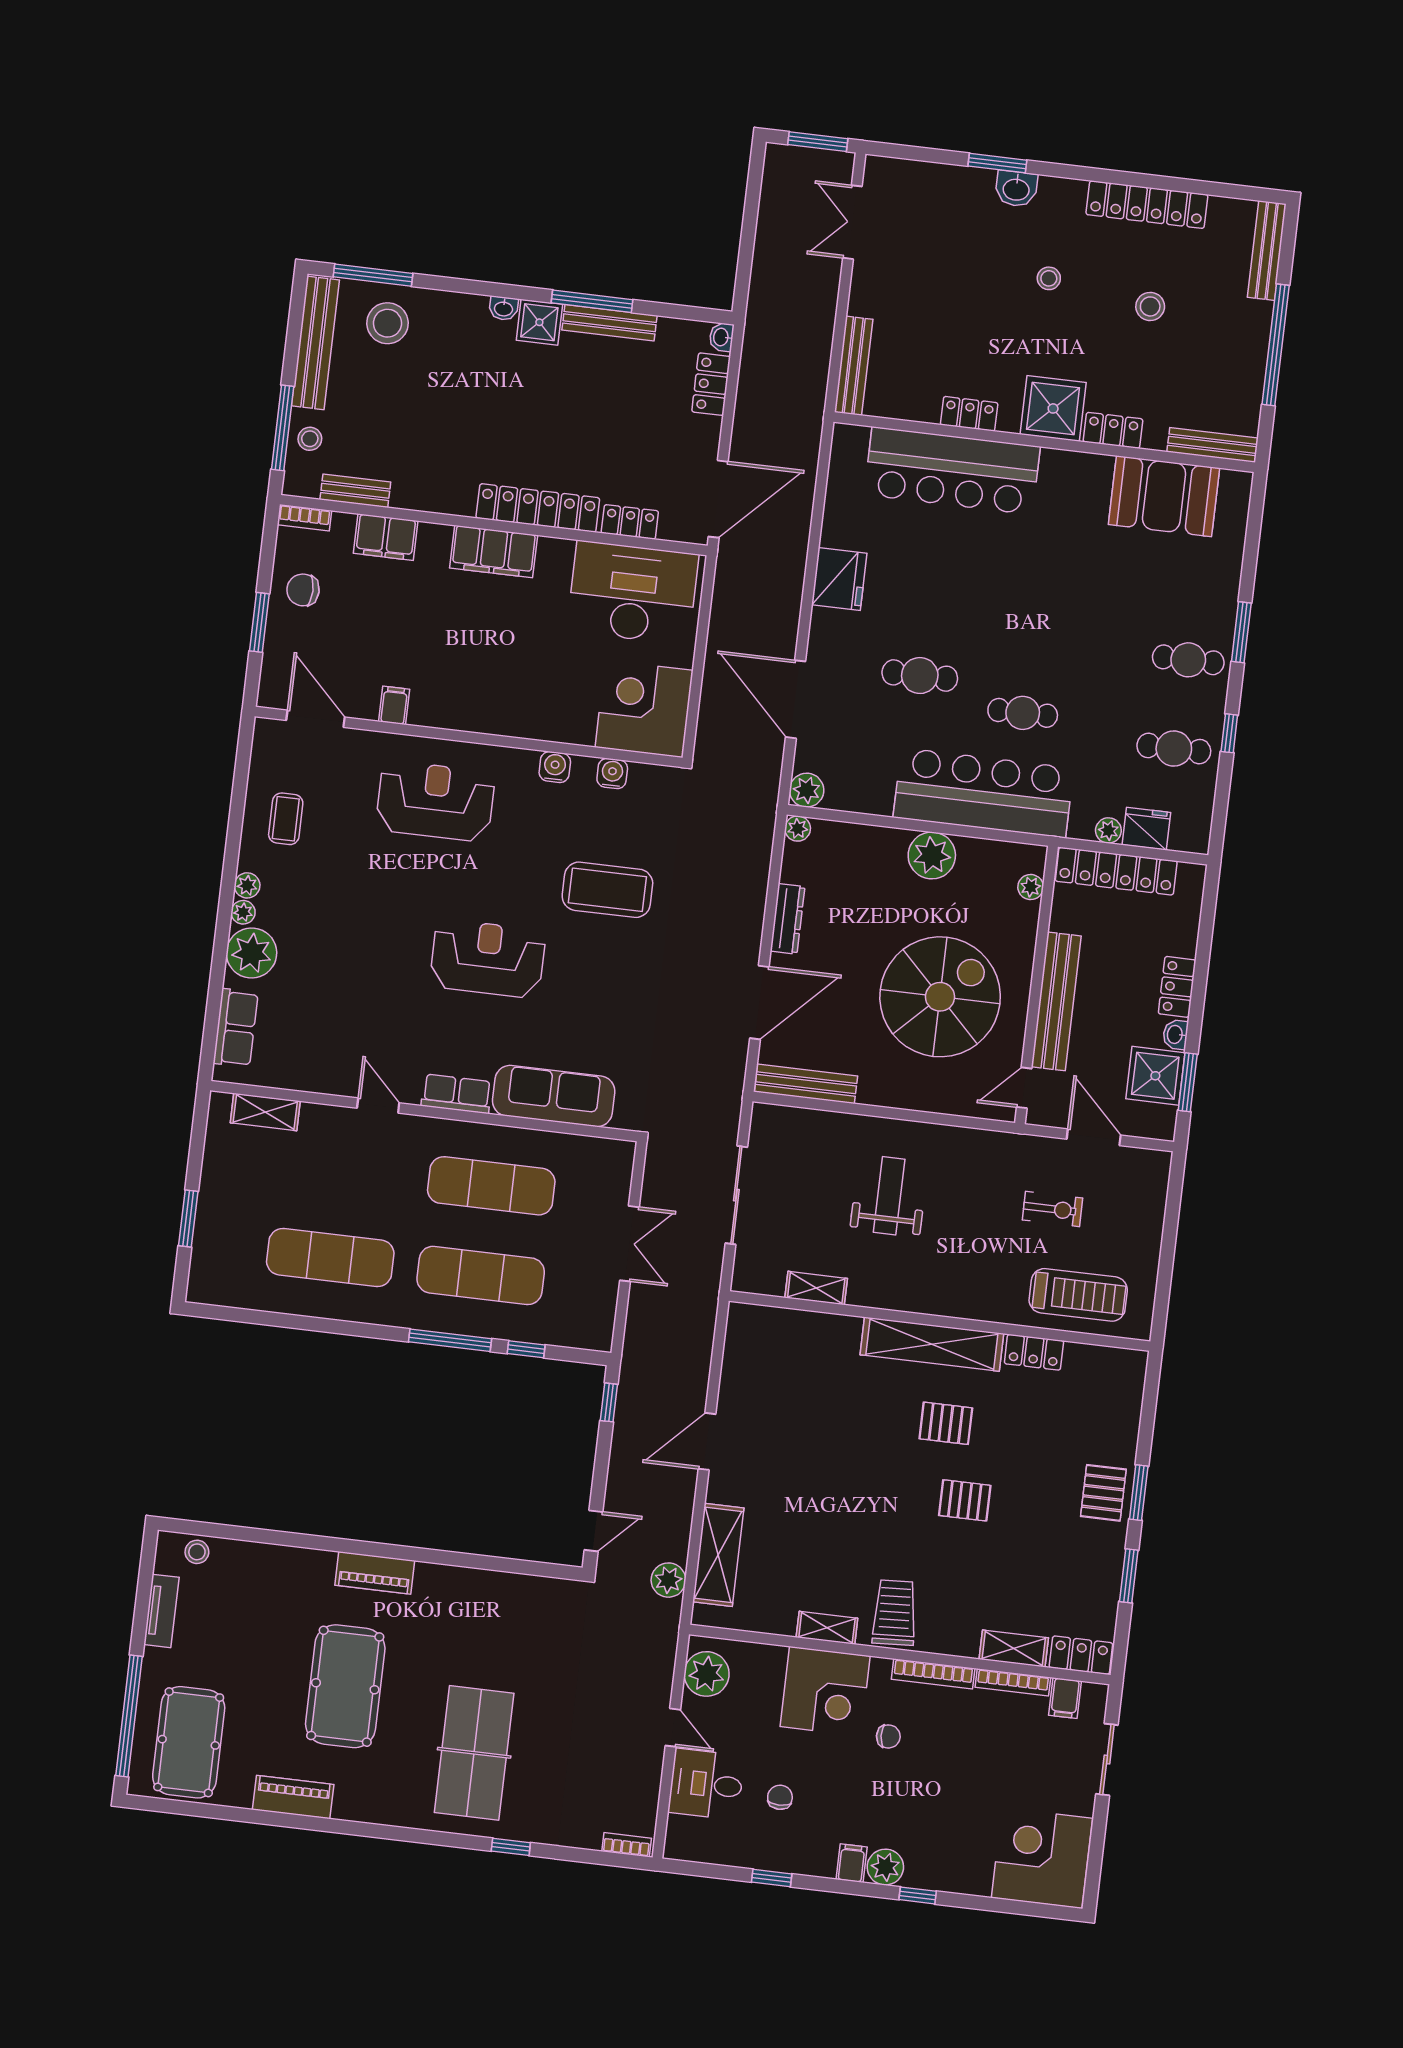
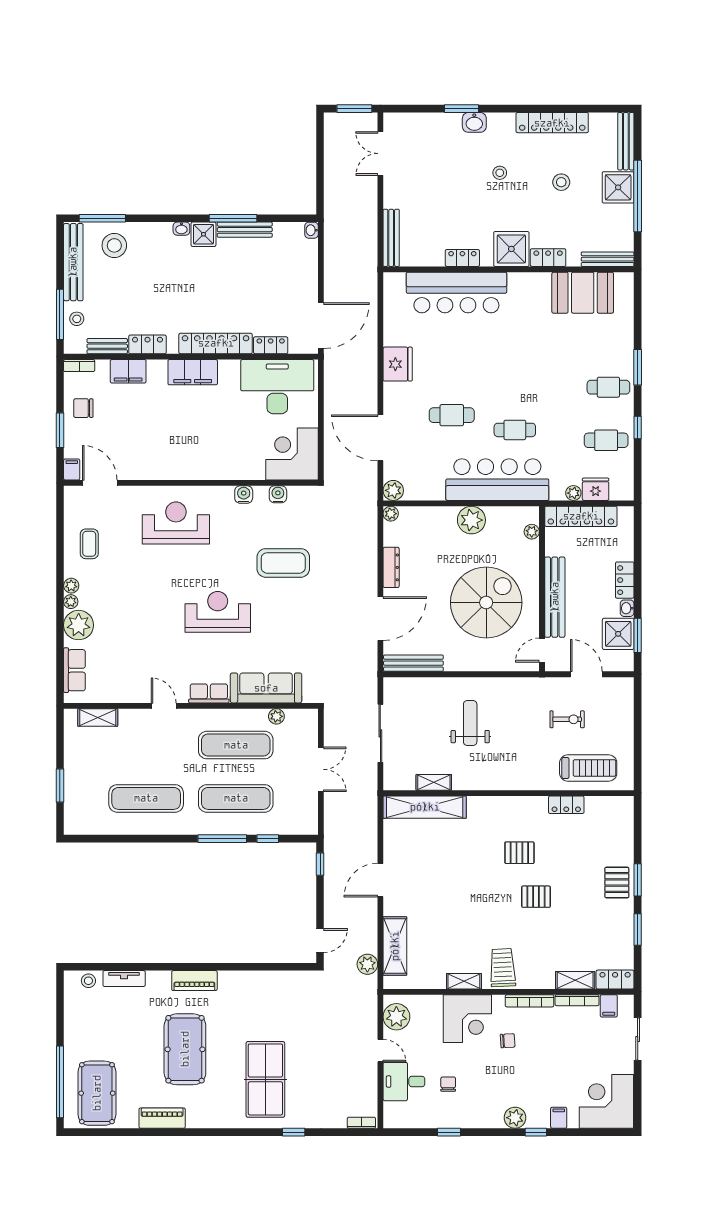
shower: (1245, 326) -> (618, 187), added
locker: (711, 384) -> (147, 344), moved, turned 90
filing cabinet: (394, 705) -> (72, 470), moved
plant: (565, 1146) -> (276, 716), added
shelving: (932, 1344) -> (425, 807), moved
tv unit: (161, 1611) -> (124, 979), moved, turned 90
filing cabinet: (852, 1863) -> (559, 1118), moved

